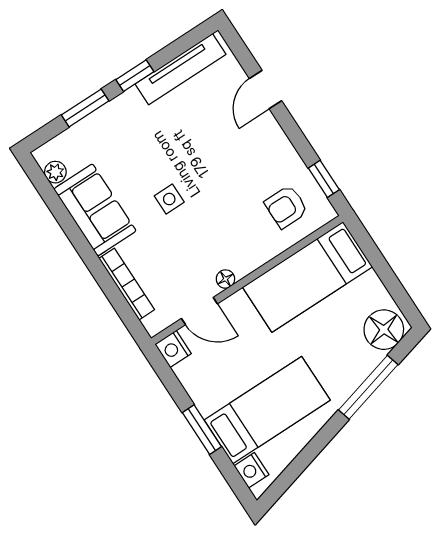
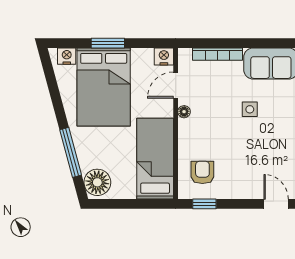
bed: (267, 410) -> (104, 87), width x1.50

